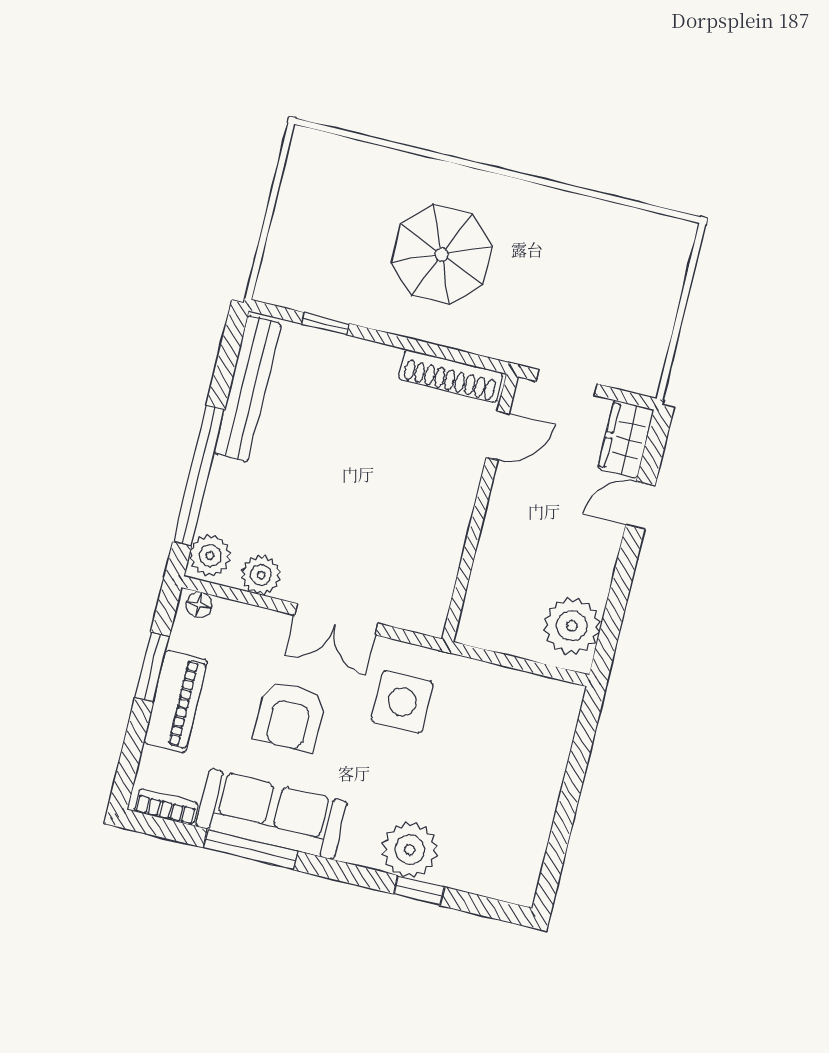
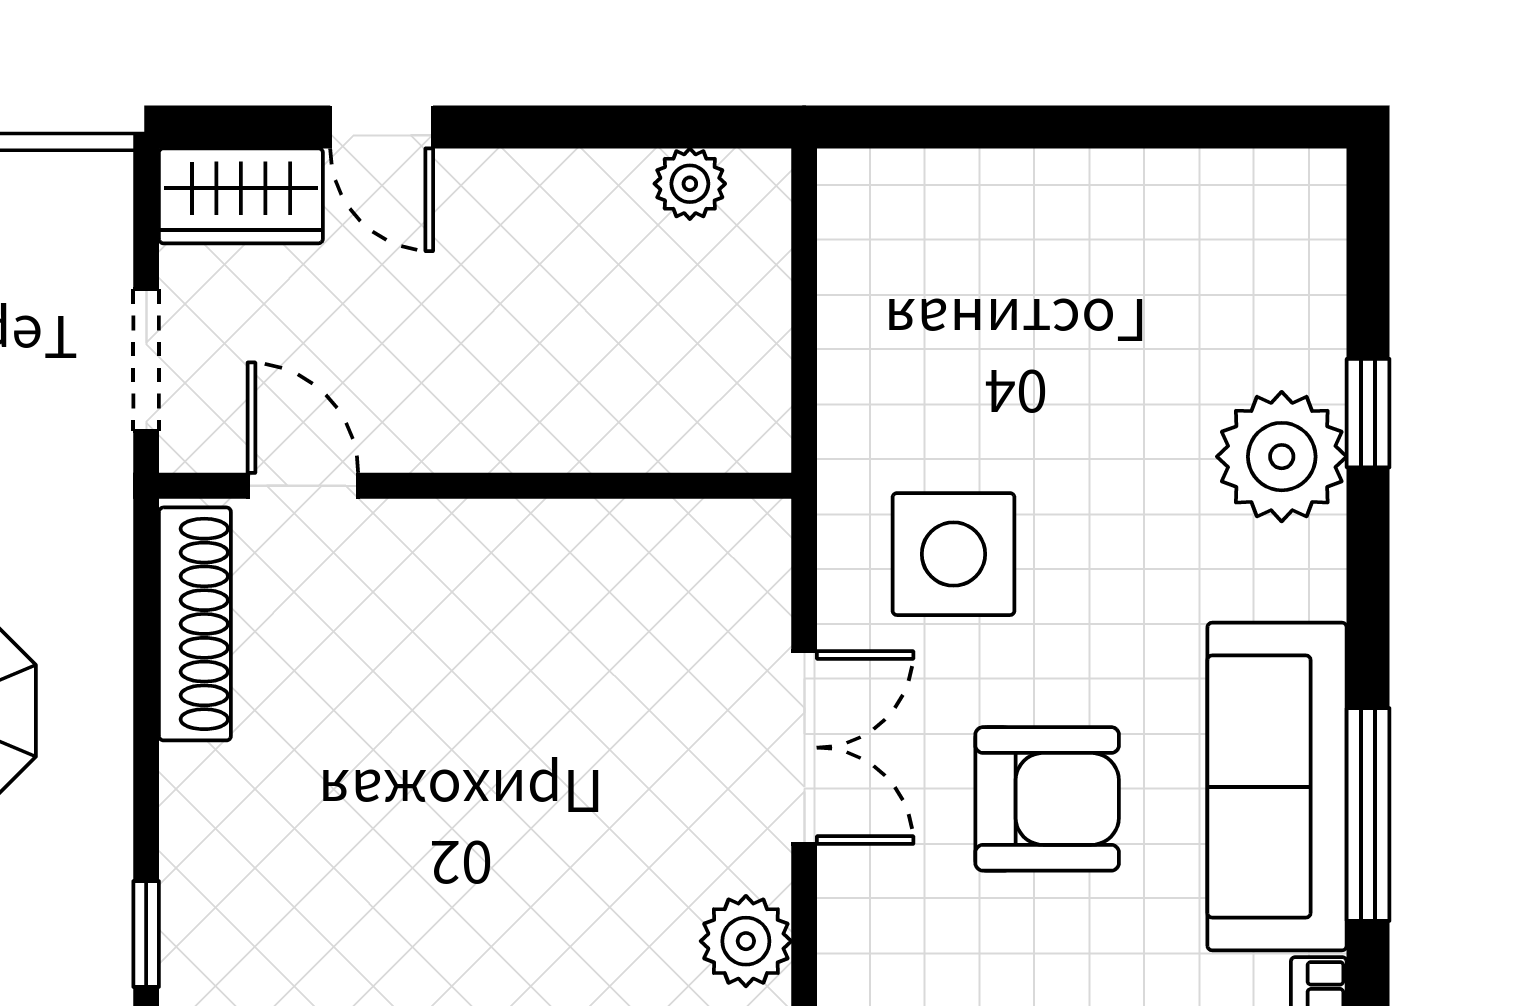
plant: (572, 626) -> (690, 184), width x0.53, depth x0.53

